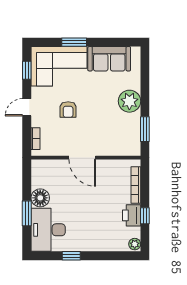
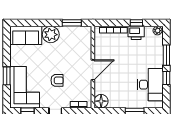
sofa: (109, 59) -> (26, 35), moved, turned 90
floor lamp: (40, 198) -> (101, 101), moved
desk: (48, 230) -> (150, 85), moved, turned -90
window: (102, 256) -> (166, 55), added

